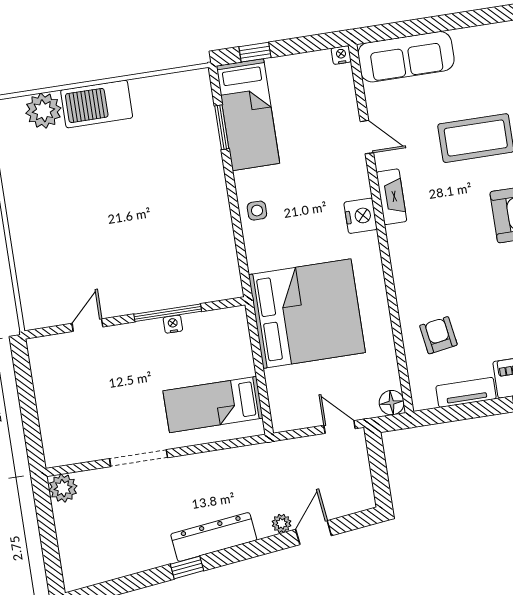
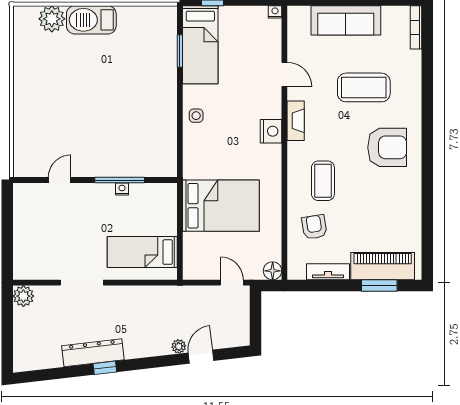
sofa: (406, 57) -> (346, 20), moved
coffee table: (440, 271) -> (323, 181), added
bed: (307, 314) -> (221, 206), width x0.73
dresser: (214, 537) -> (93, 353), moved

